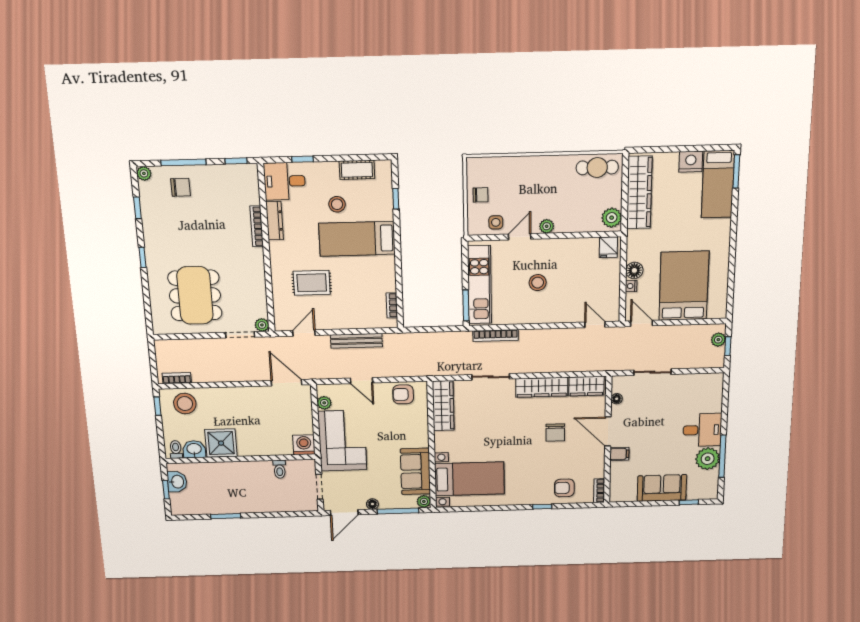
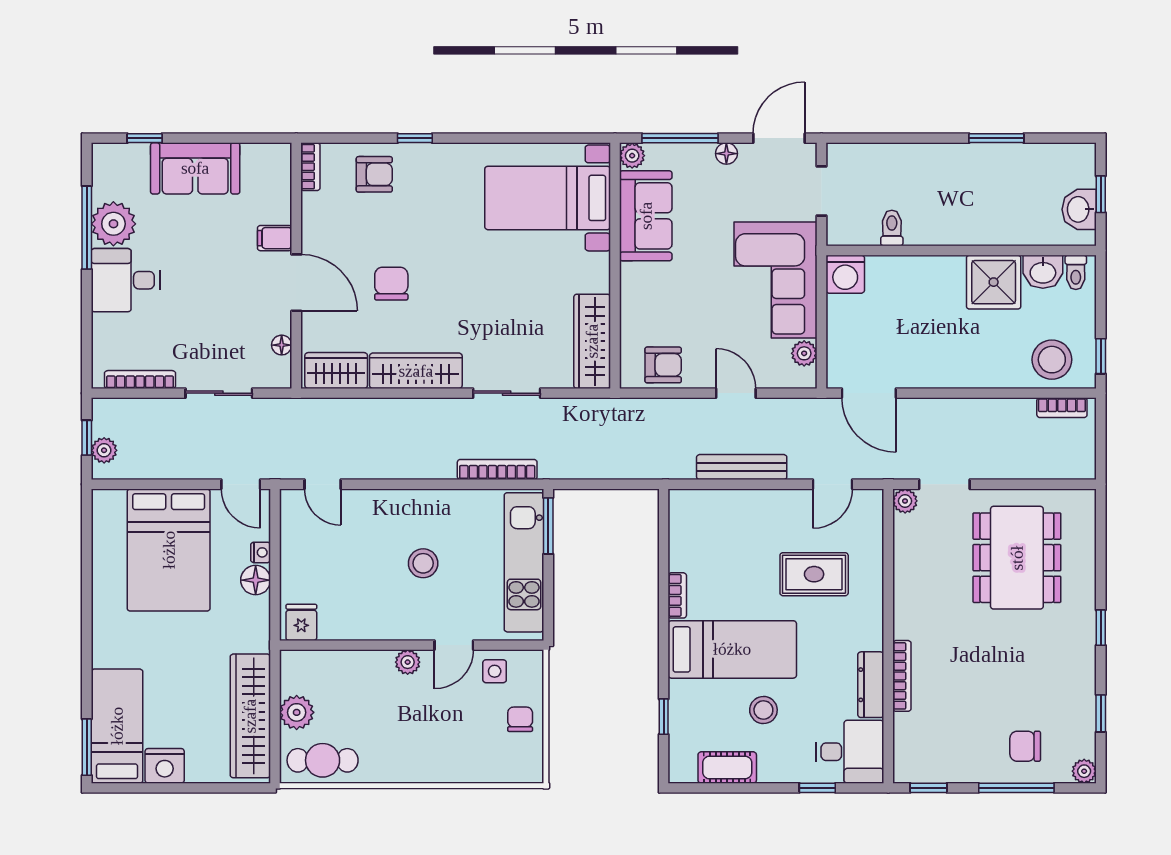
chair: (480, 195) -> (520, 719), turned 90
plant: (612, 218) -> (297, 712), moved
bookcase: (392, 305) -> (677, 595), moved
bookcase: (696, 378) -> (140, 380), added

